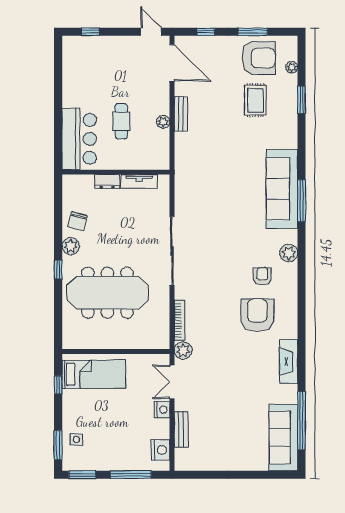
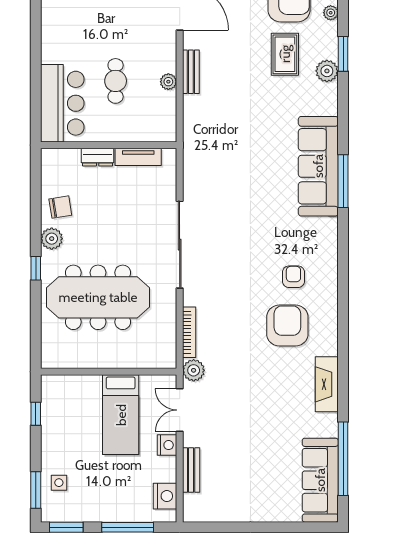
chair: (78, 221) -> (60, 207), turned -114
plant: (289, 253) -> (327, 71), moved
bed: (94, 374) -> (121, 415), moved, turned 90

